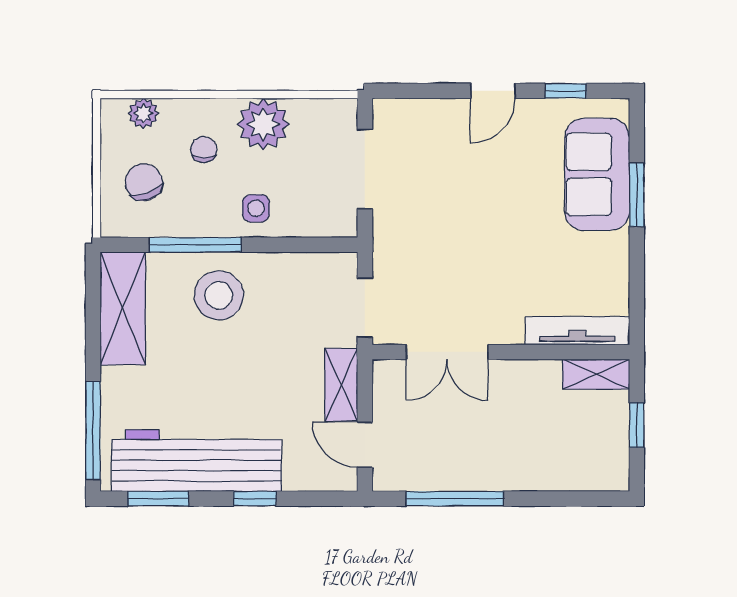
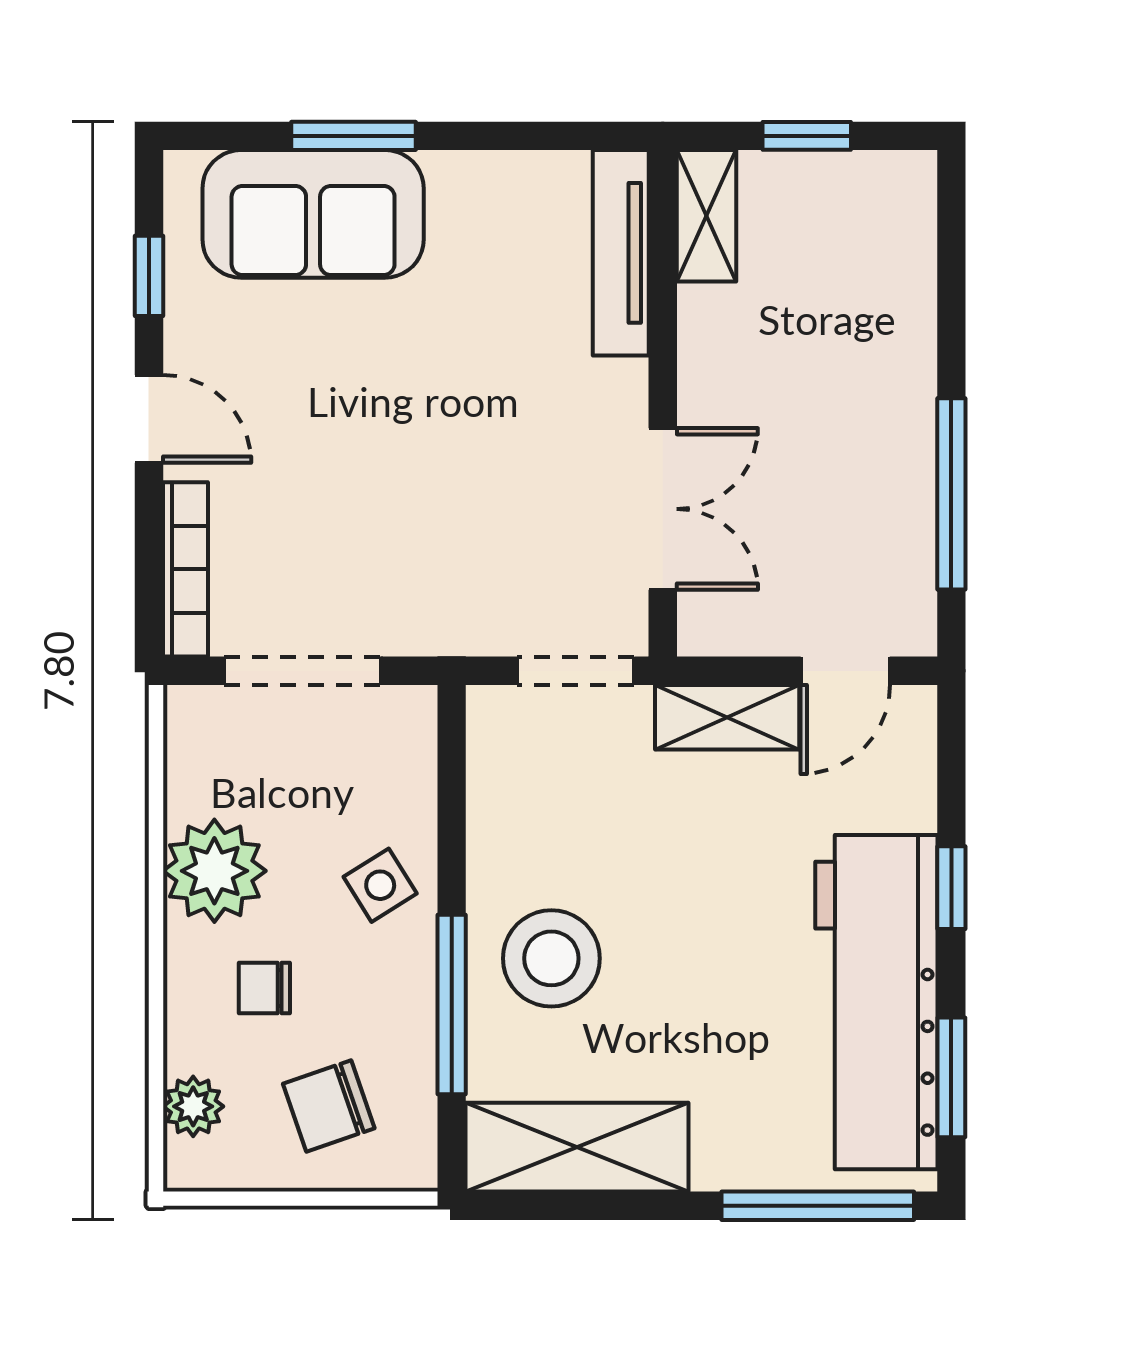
bookcase: (416, 109) -> (185, 569), added
side table: (256, 208) -> (380, 885), turned -32

